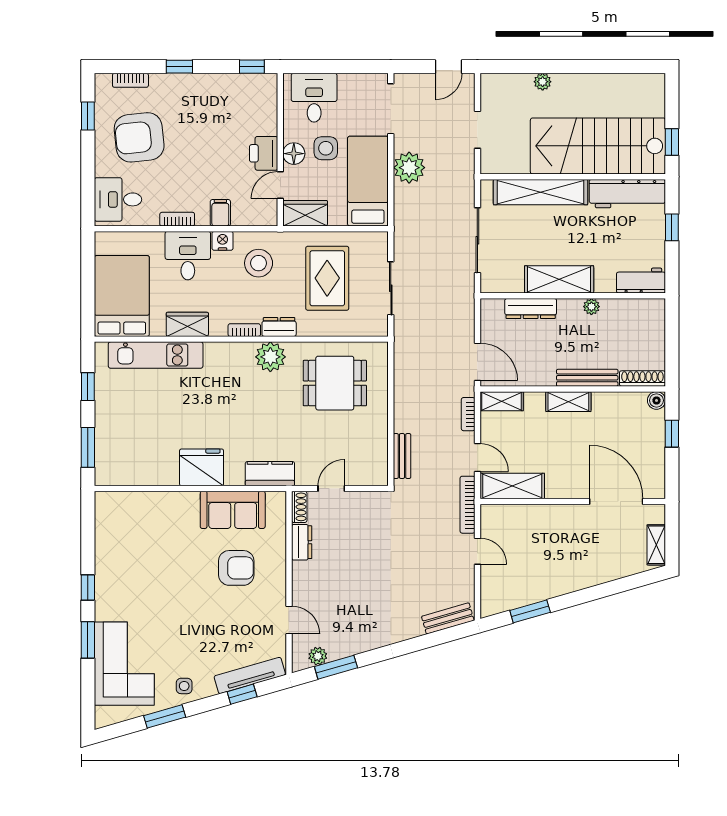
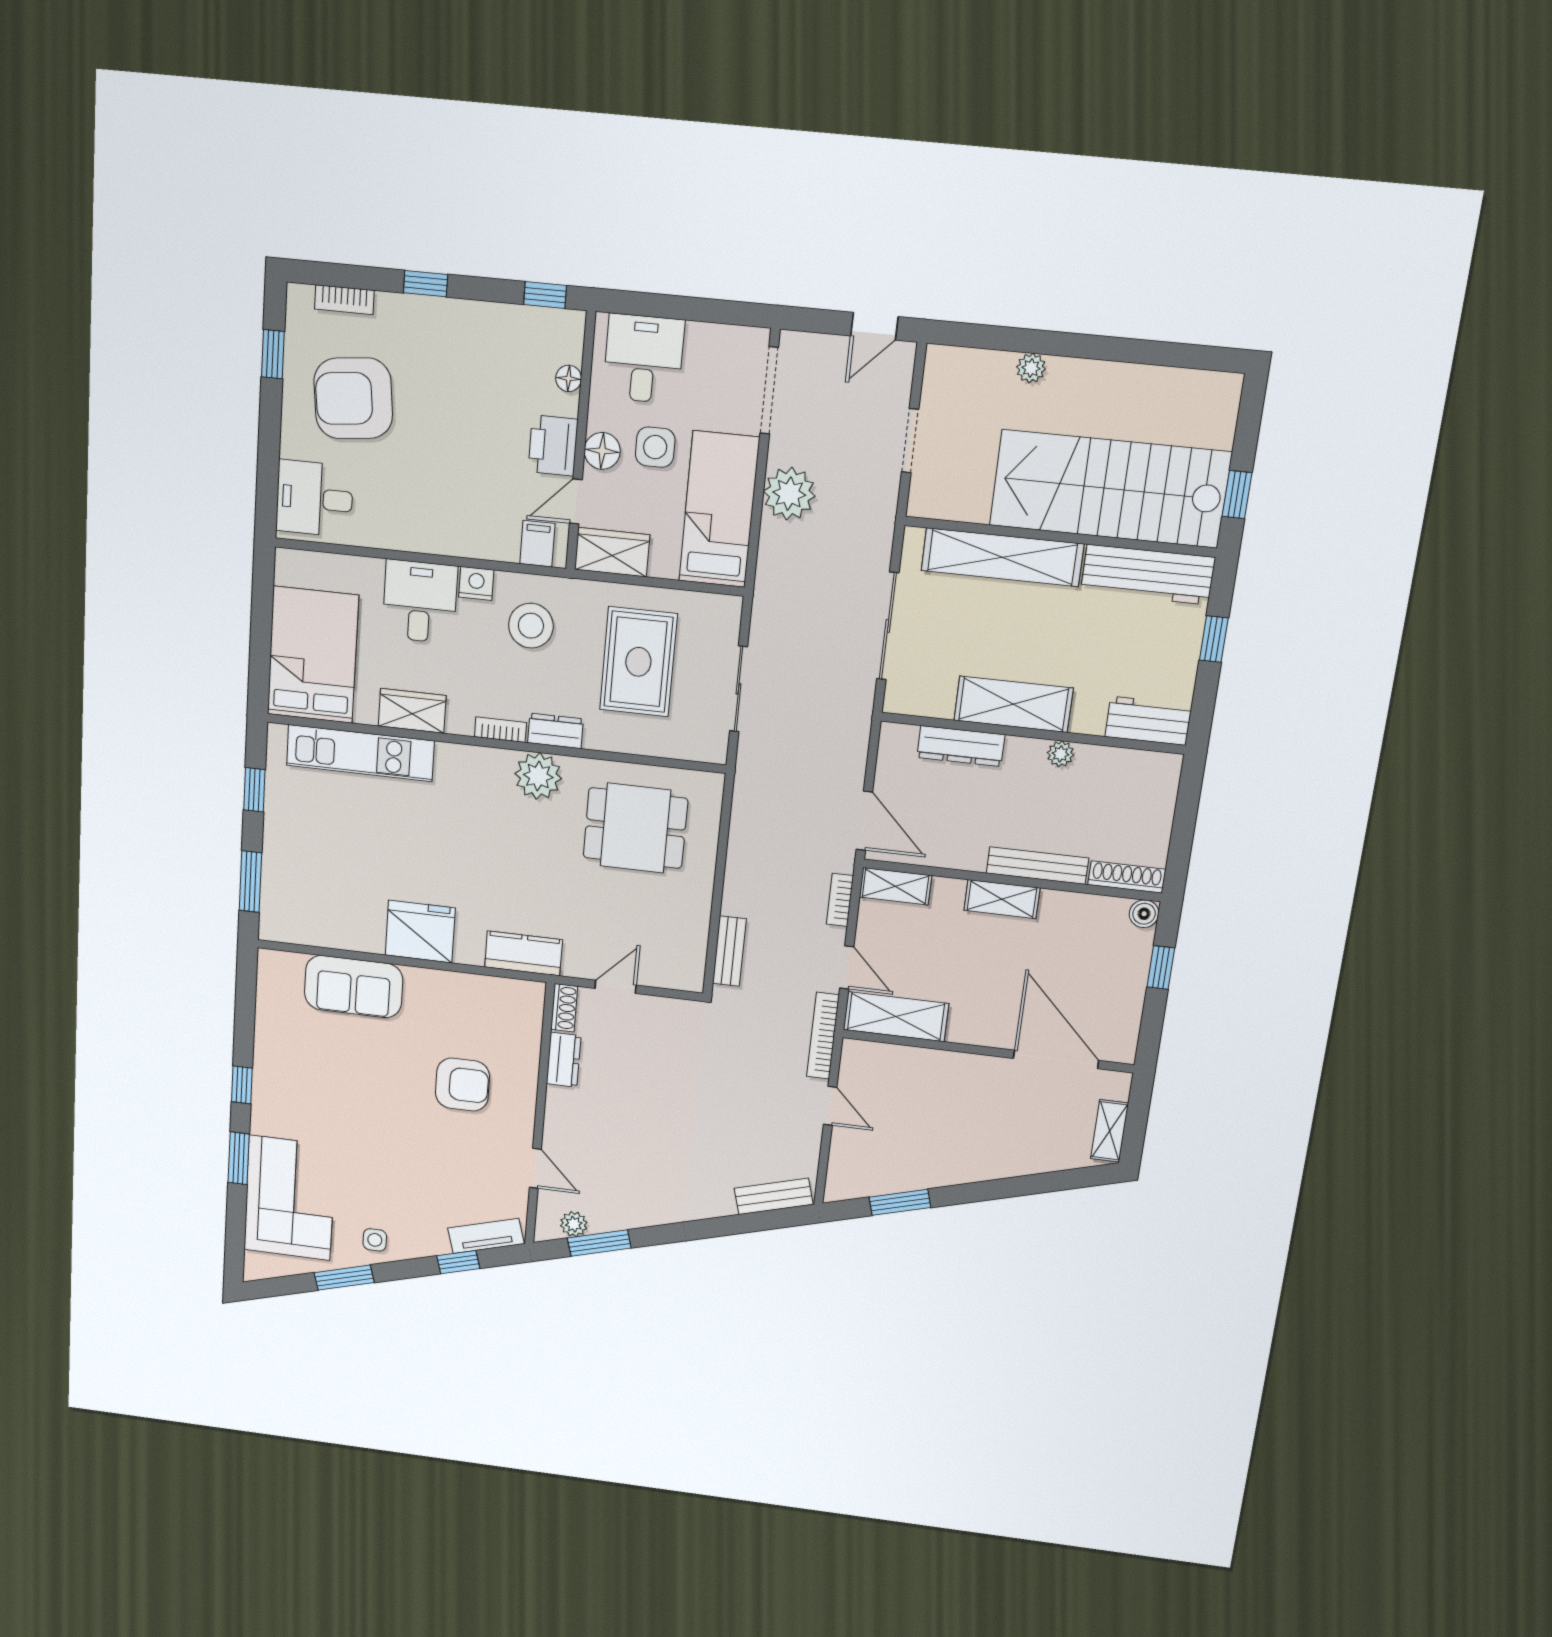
floor lamp: (270, 113) -> (569, 378), added
filing cabinet: (220, 213) -> (537, 544), moved
bookcase: (177, 219) -> (406, 541), removed
sofa: (233, 510) -> (354, 987), moved
tv unit: (250, 675) -> (486, 1236), width x0.71

